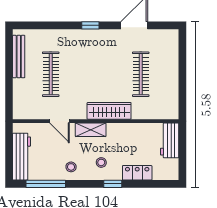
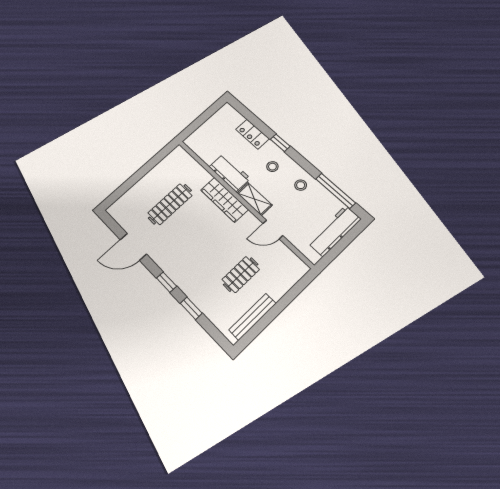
window: (59, 25) -> (191, 308), added
clothes rail: (51, 74) -> (241, 275), width x0.73
door: (59, 121) -> (273, 230), swing flipped
workbench: (170, 140) -> (230, 173), moved, turned -90

